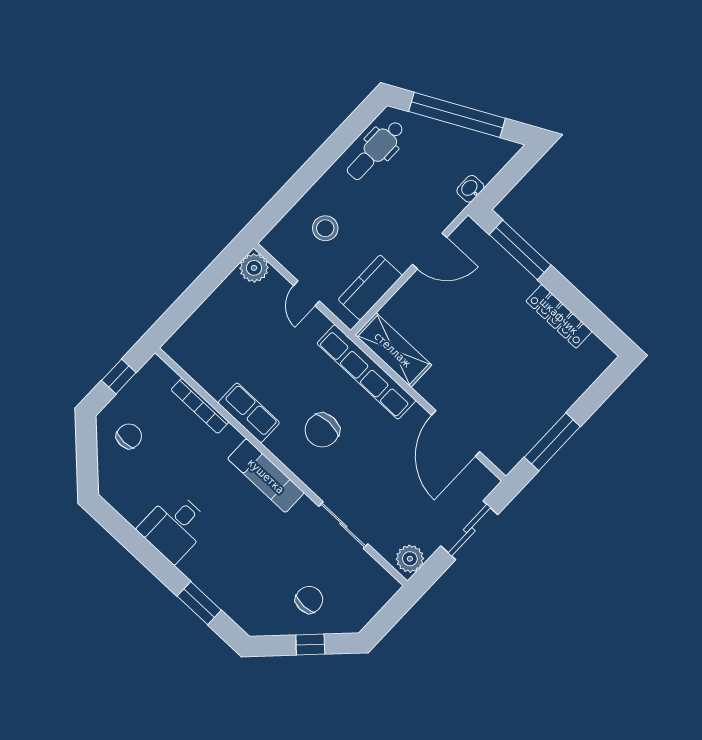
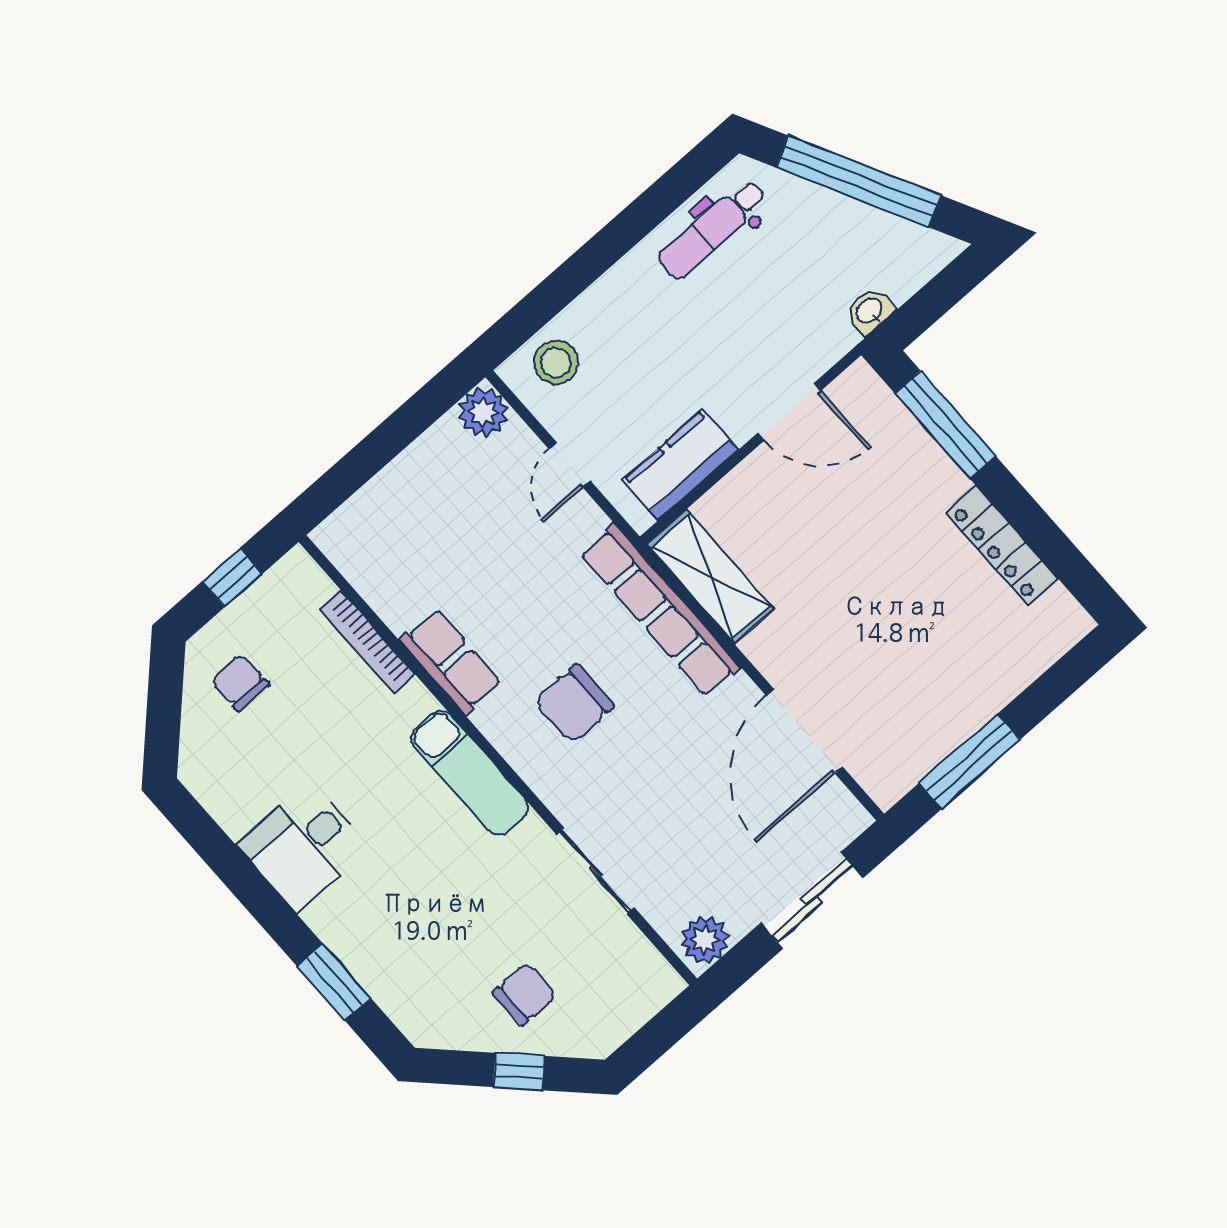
stool: (325, 228) -> (556, 362), moved
chair: (129, 436) -> (240, 682), turned -90

